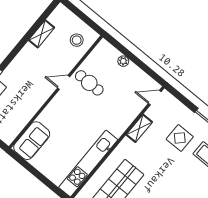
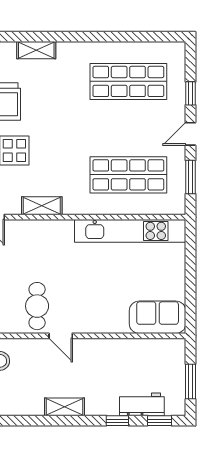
shelving: (42, 34) -> (65, 407), moved

